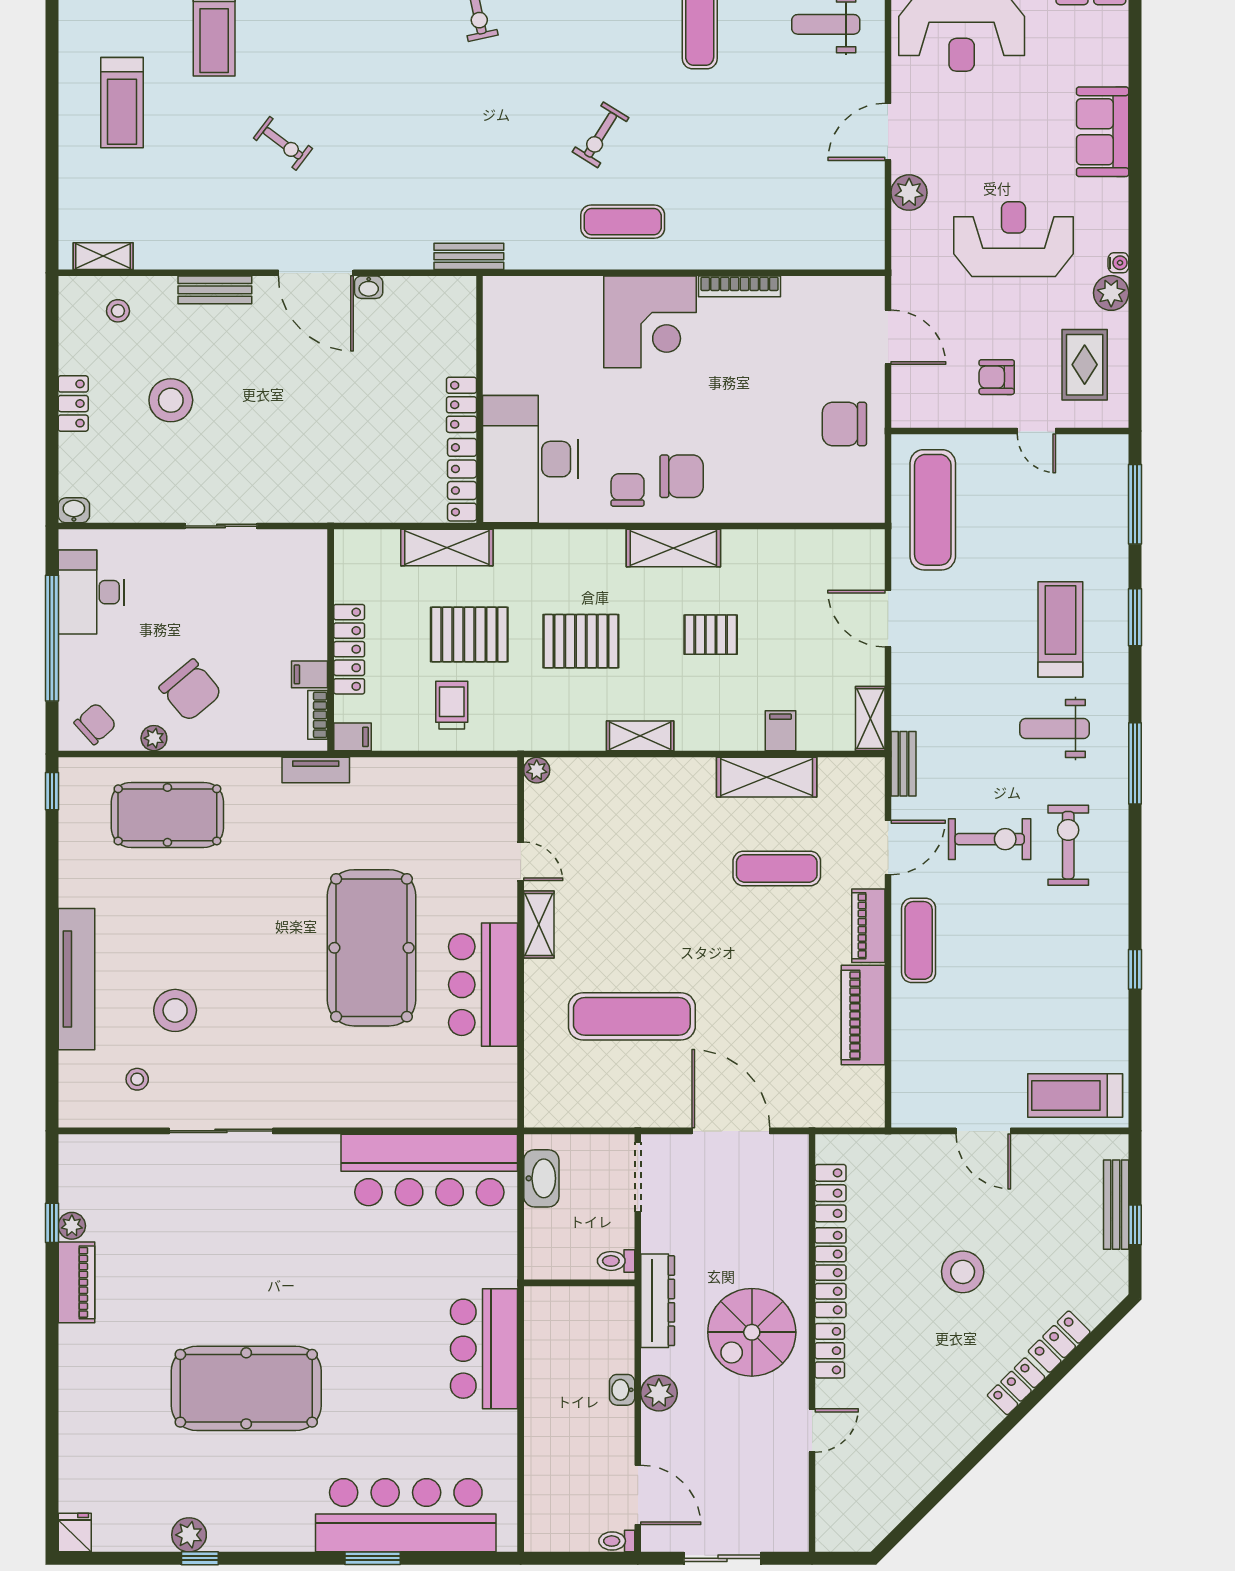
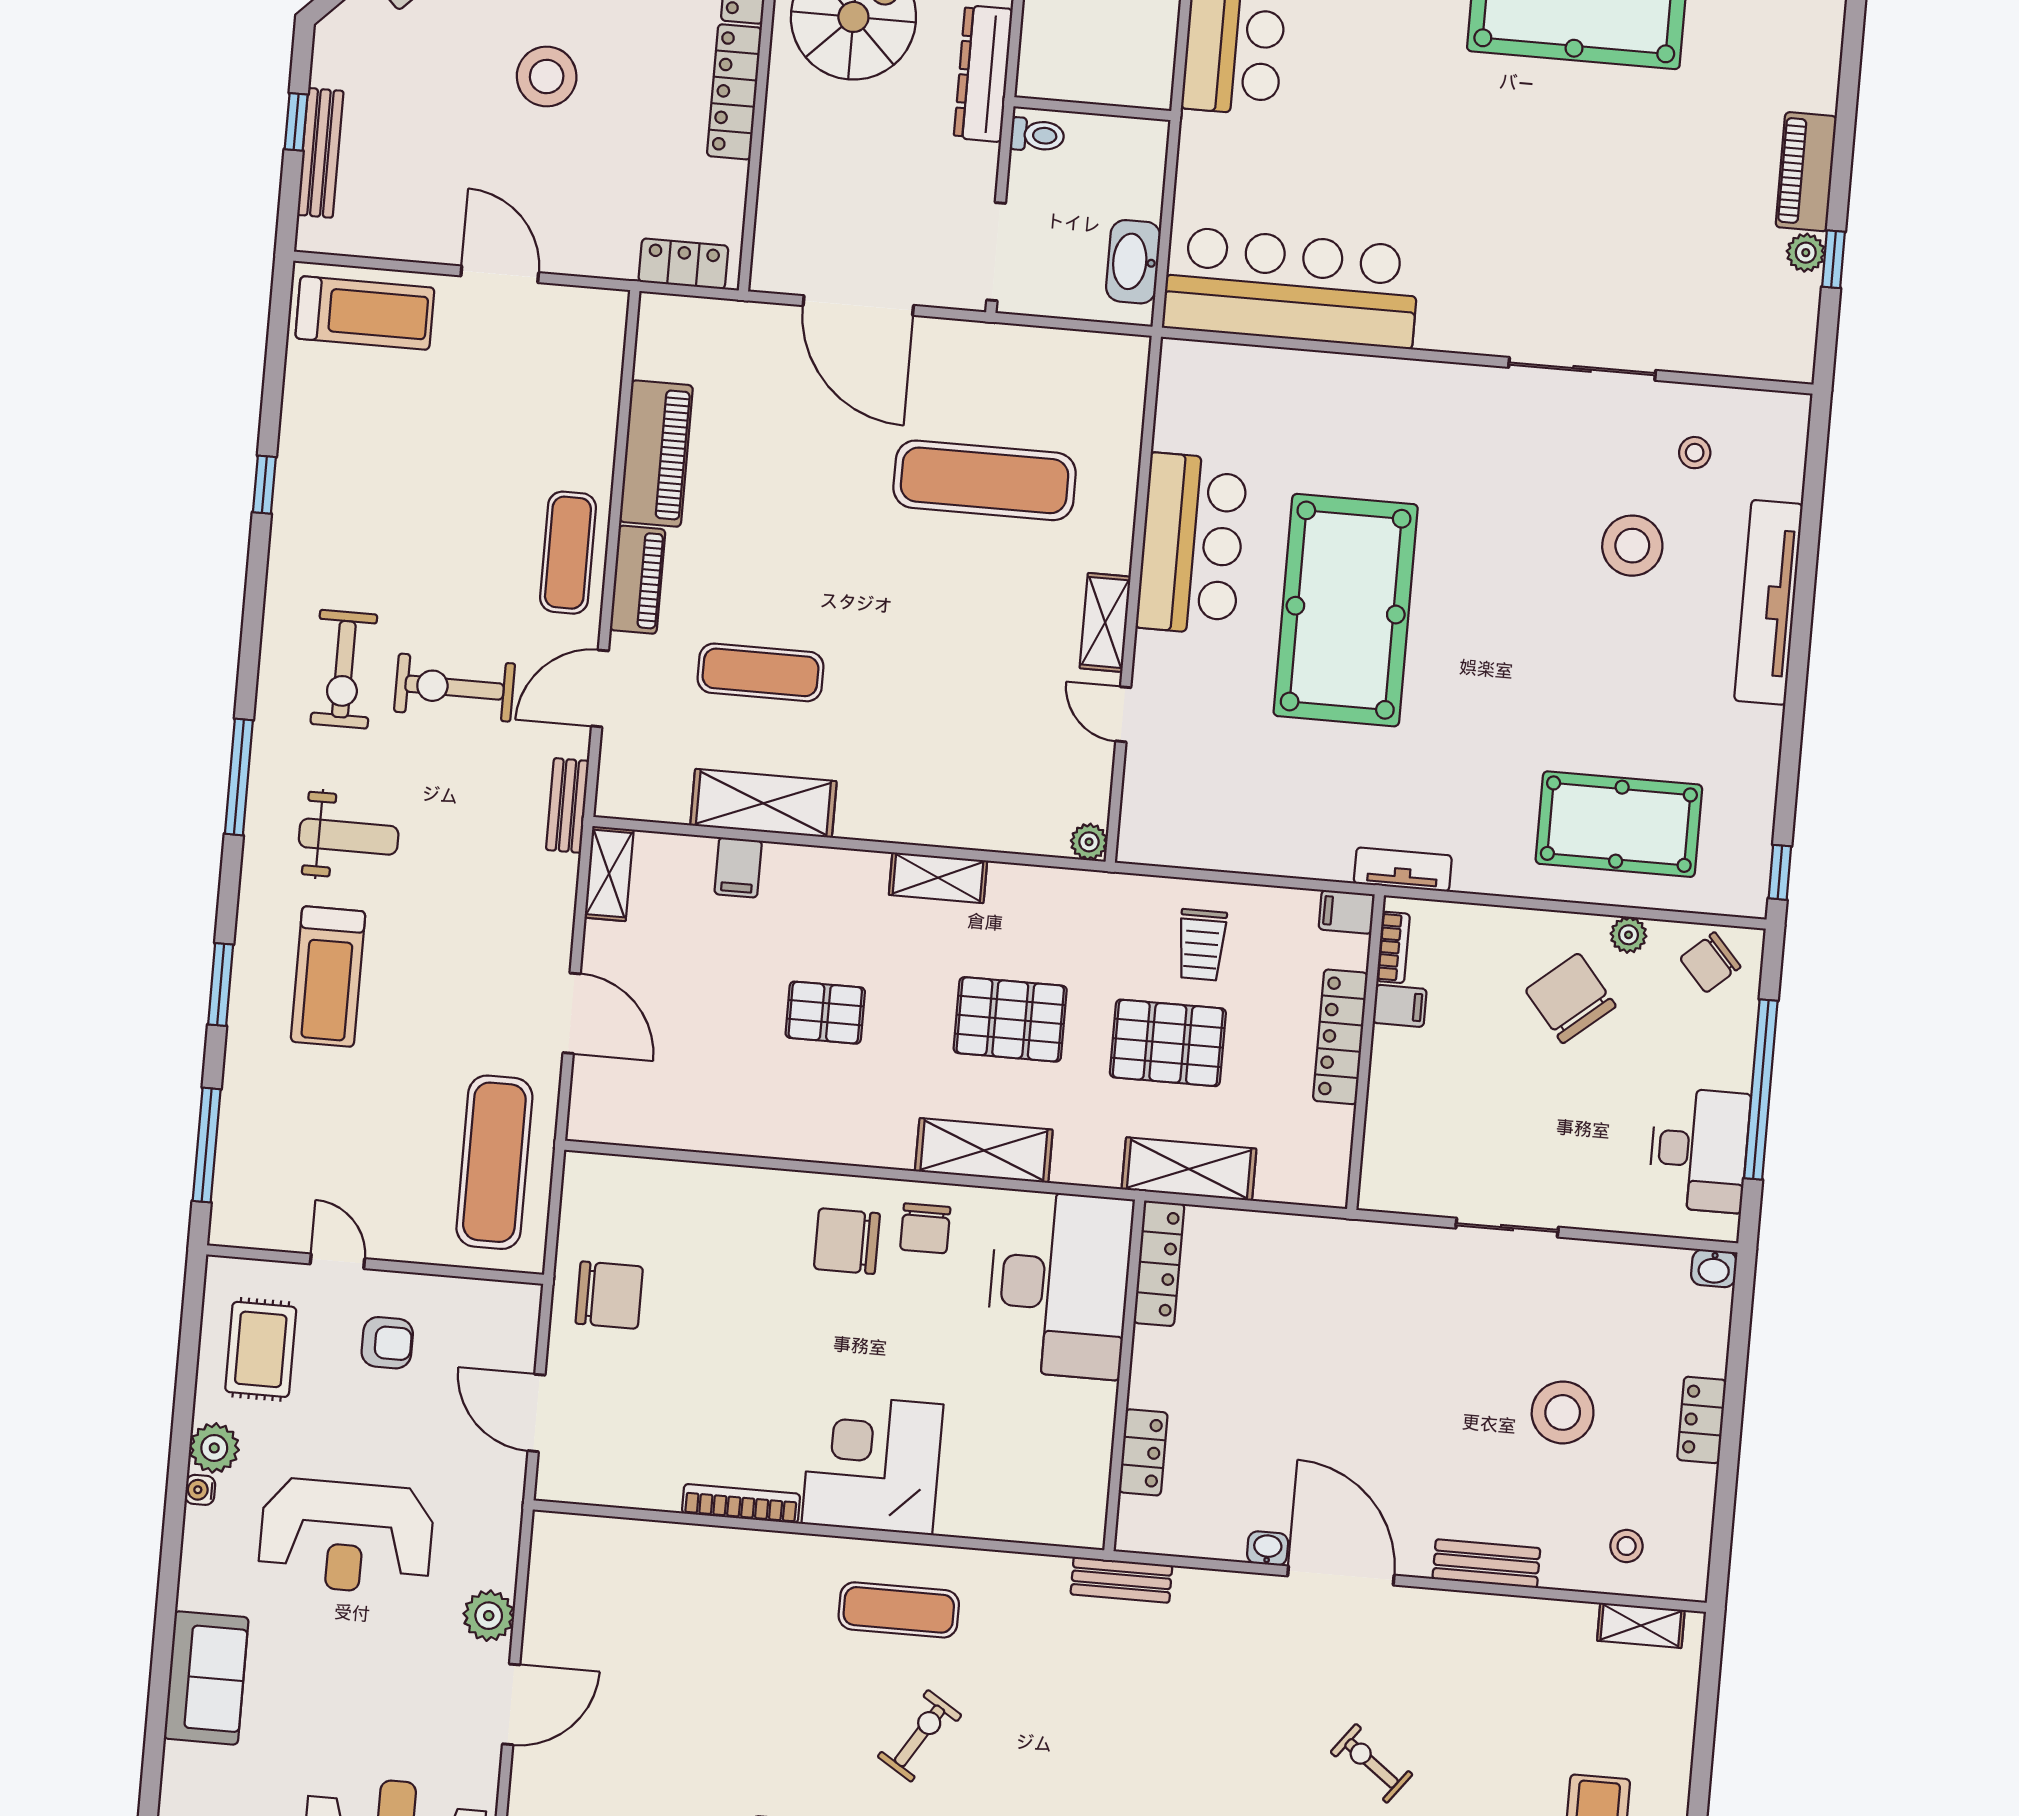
locker: (461, 405) -> (1143, 1452), moved
shelving: (673, 548) -> (984, 1150), moved
locker: (830, 1193) -> (683, 264), moved, turned 90

